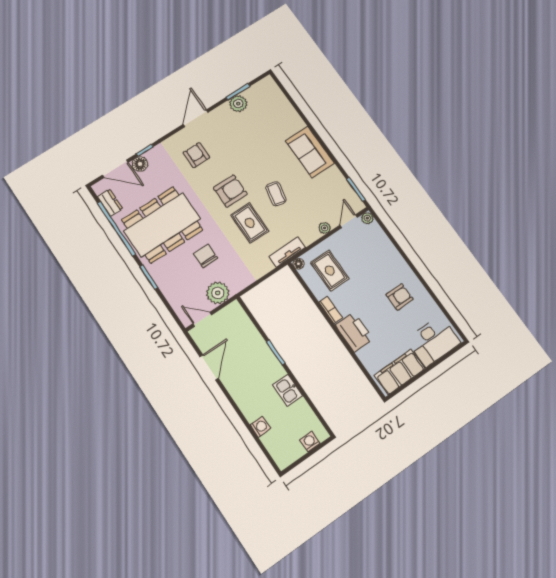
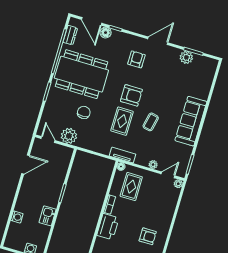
sofa: (310, 152) -> (191, 121), width x1.36

